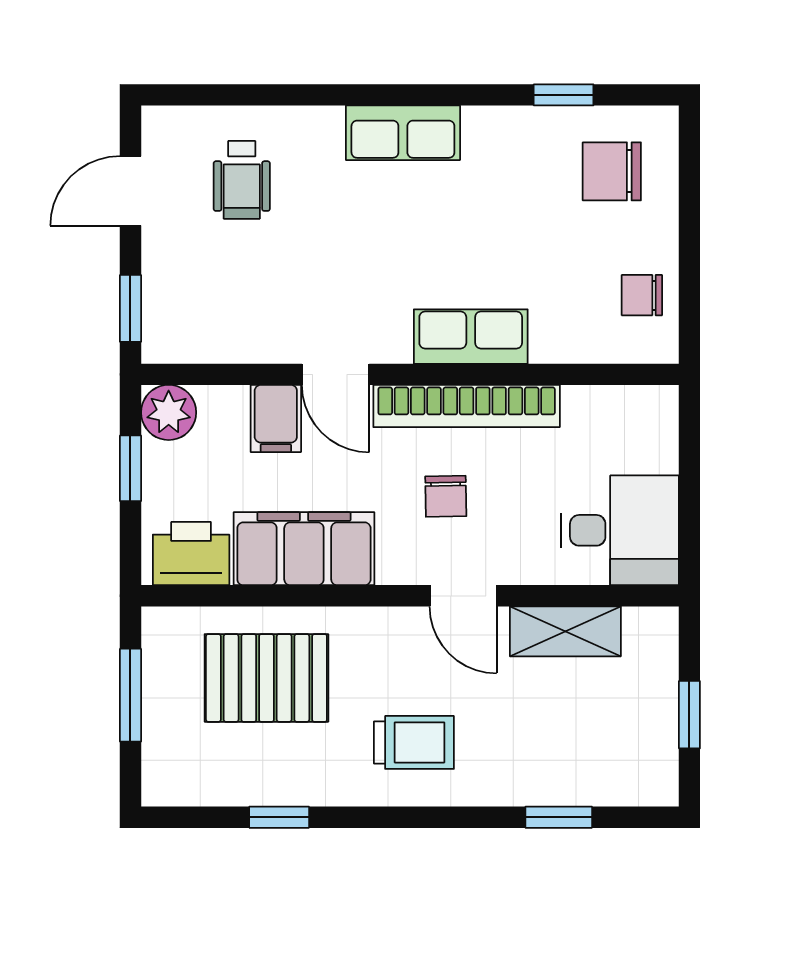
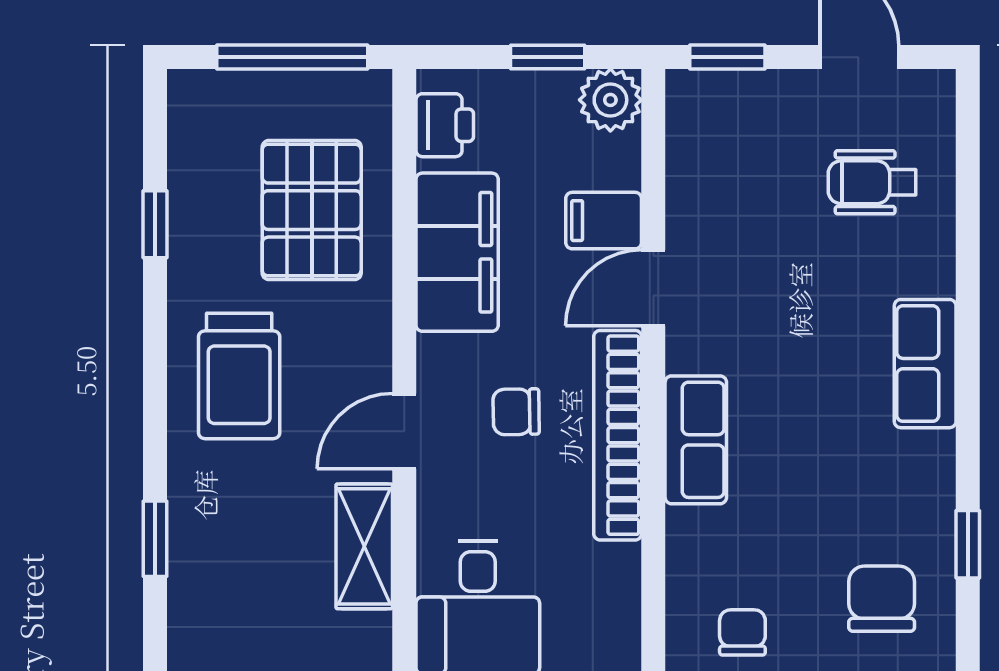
printer: (191, 554) -> (445, 125), width x0.73, depth x0.81
window: (130, 695) -> (292, 57), width x1.44
trolley: (414, 742) -> (239, 376), width x1.36, depth x1.39

